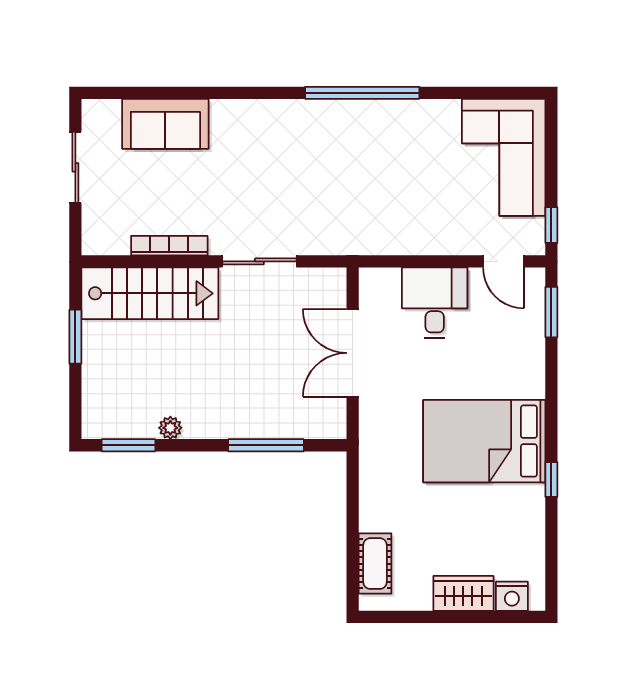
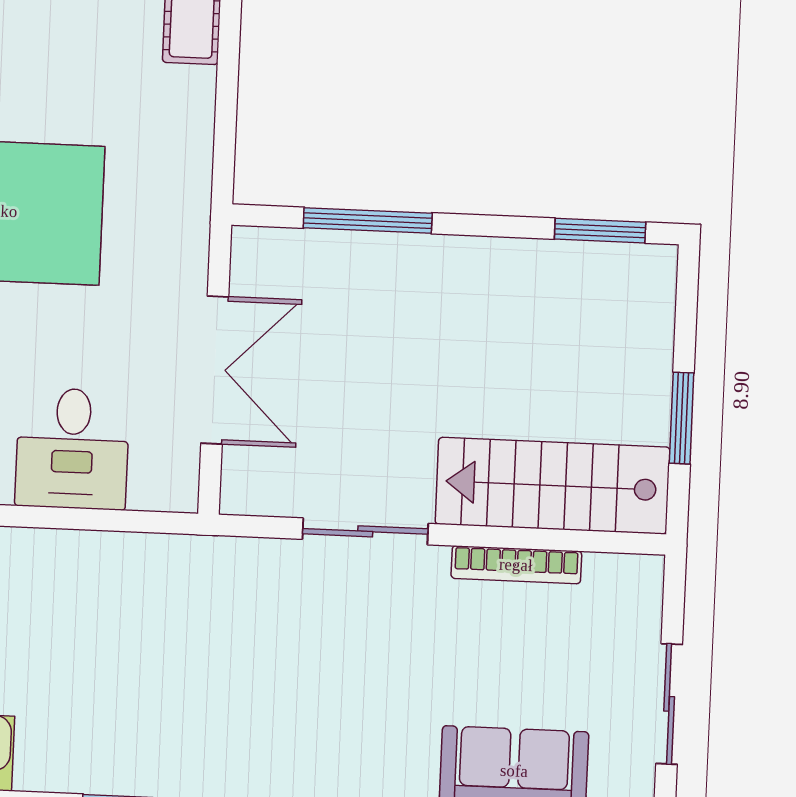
plant: (170, 428) -> (528, 257), removed

